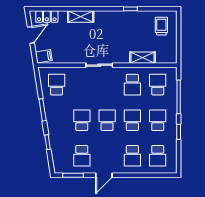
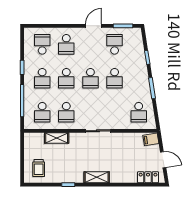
shelving: (81, 17) -> (97, 177), moved
door: (31, 35) -> (163, 160), swing flipped
school desk: (132, 85) -> (66, 112), turned 180
school desk: (132, 156) -> (66, 44), turned 180

